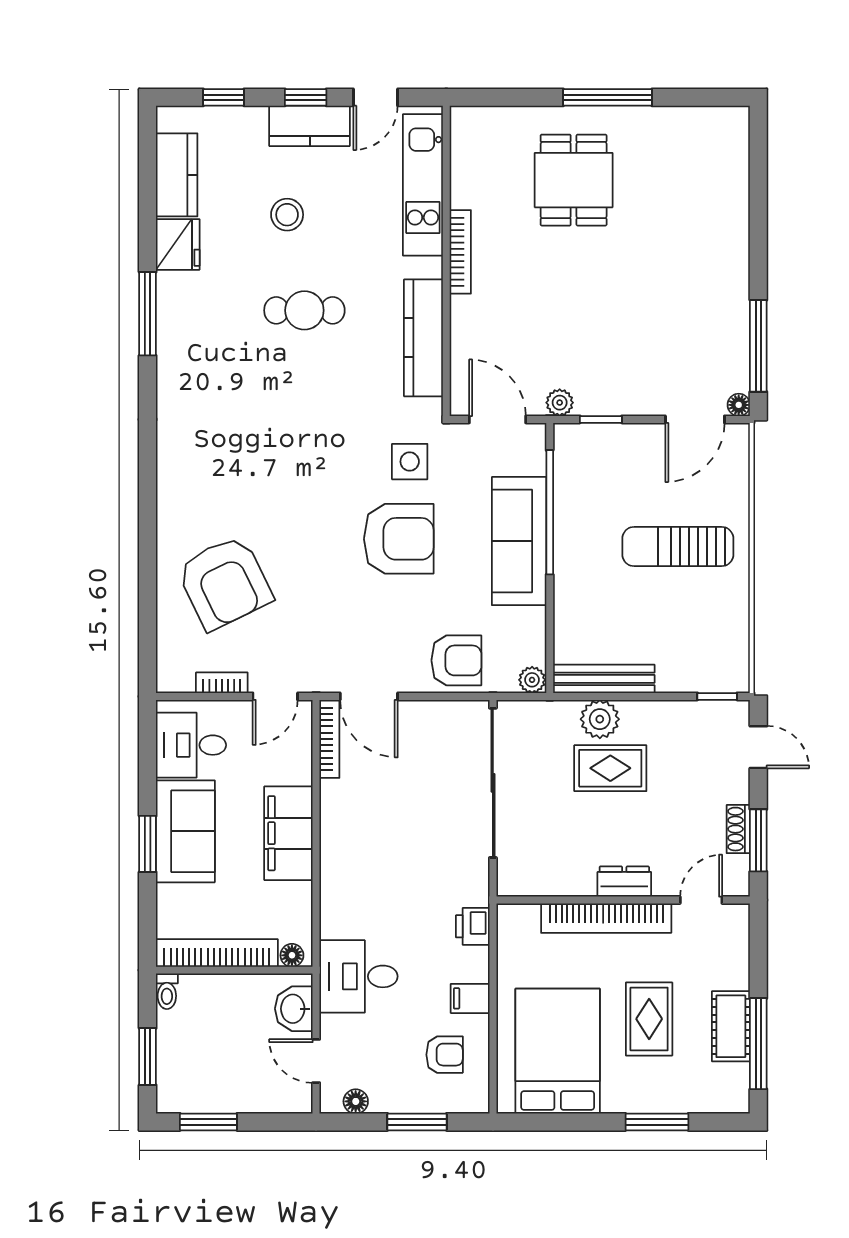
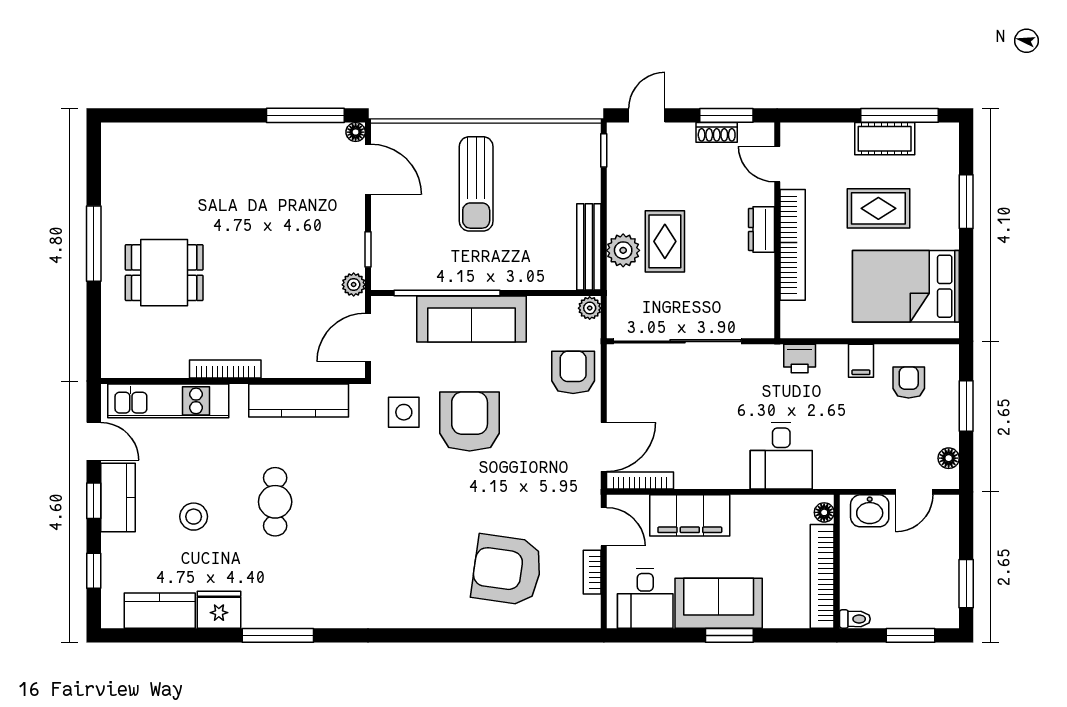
armchair: (225, 583) -> (507, 570), turned -146
filing cabinet: (288, 833) -> (690, 515), moved
desk: (359, 976) -> (781, 456), moved

